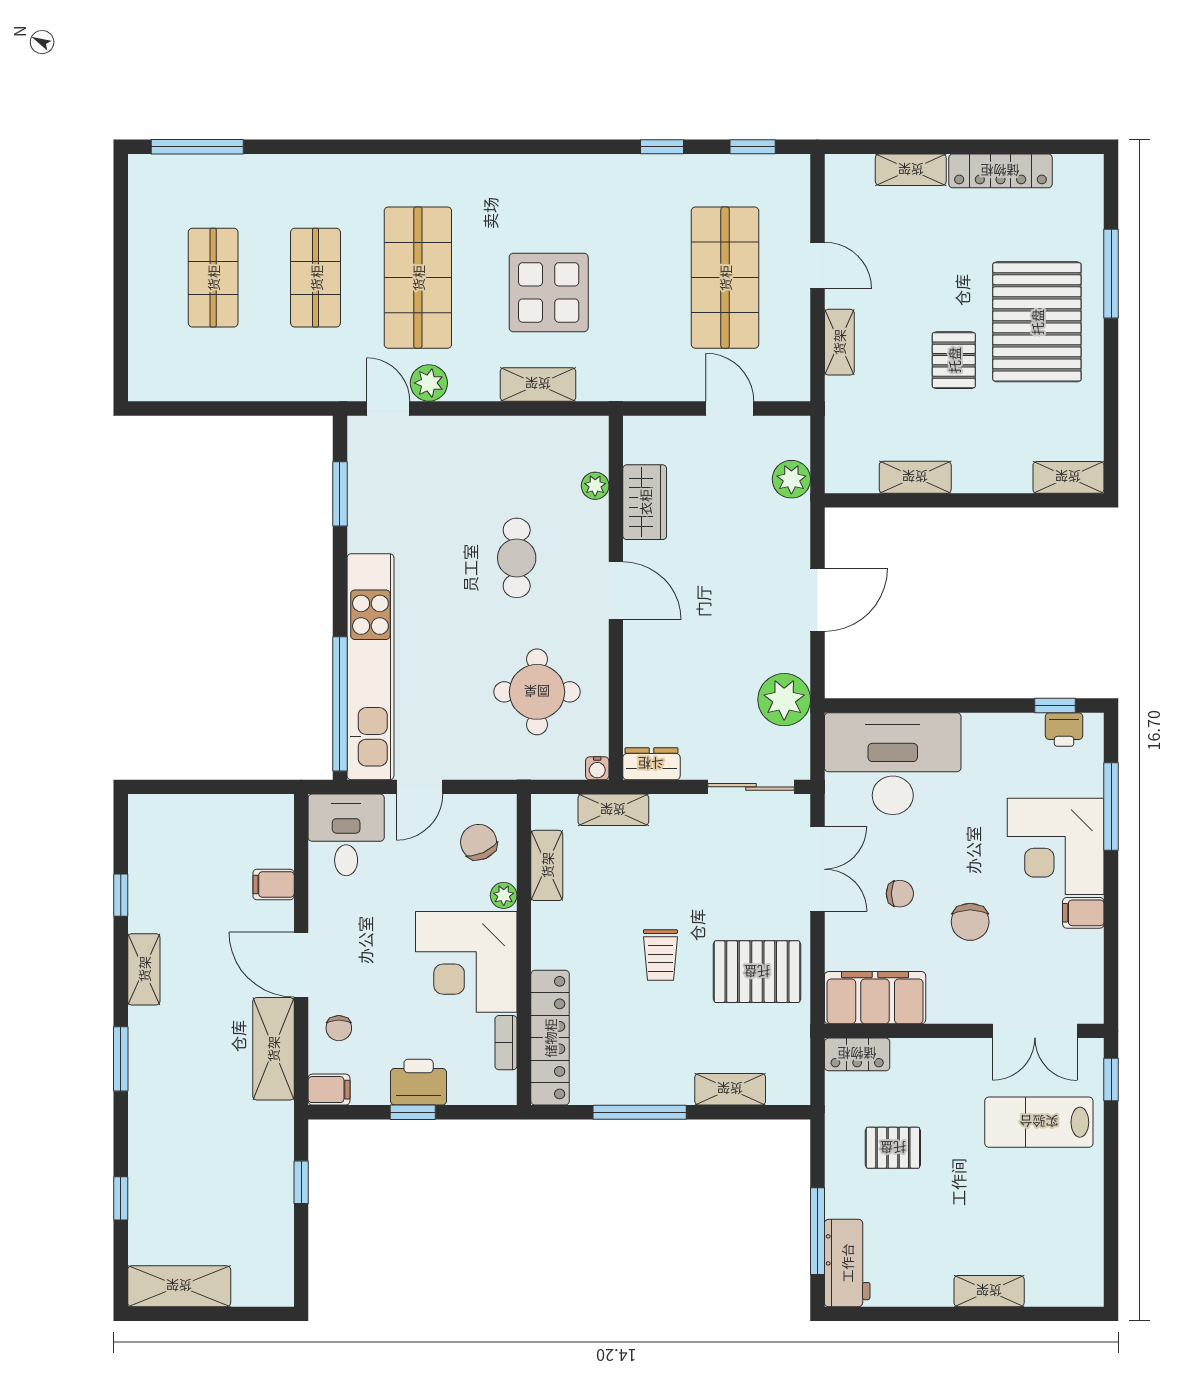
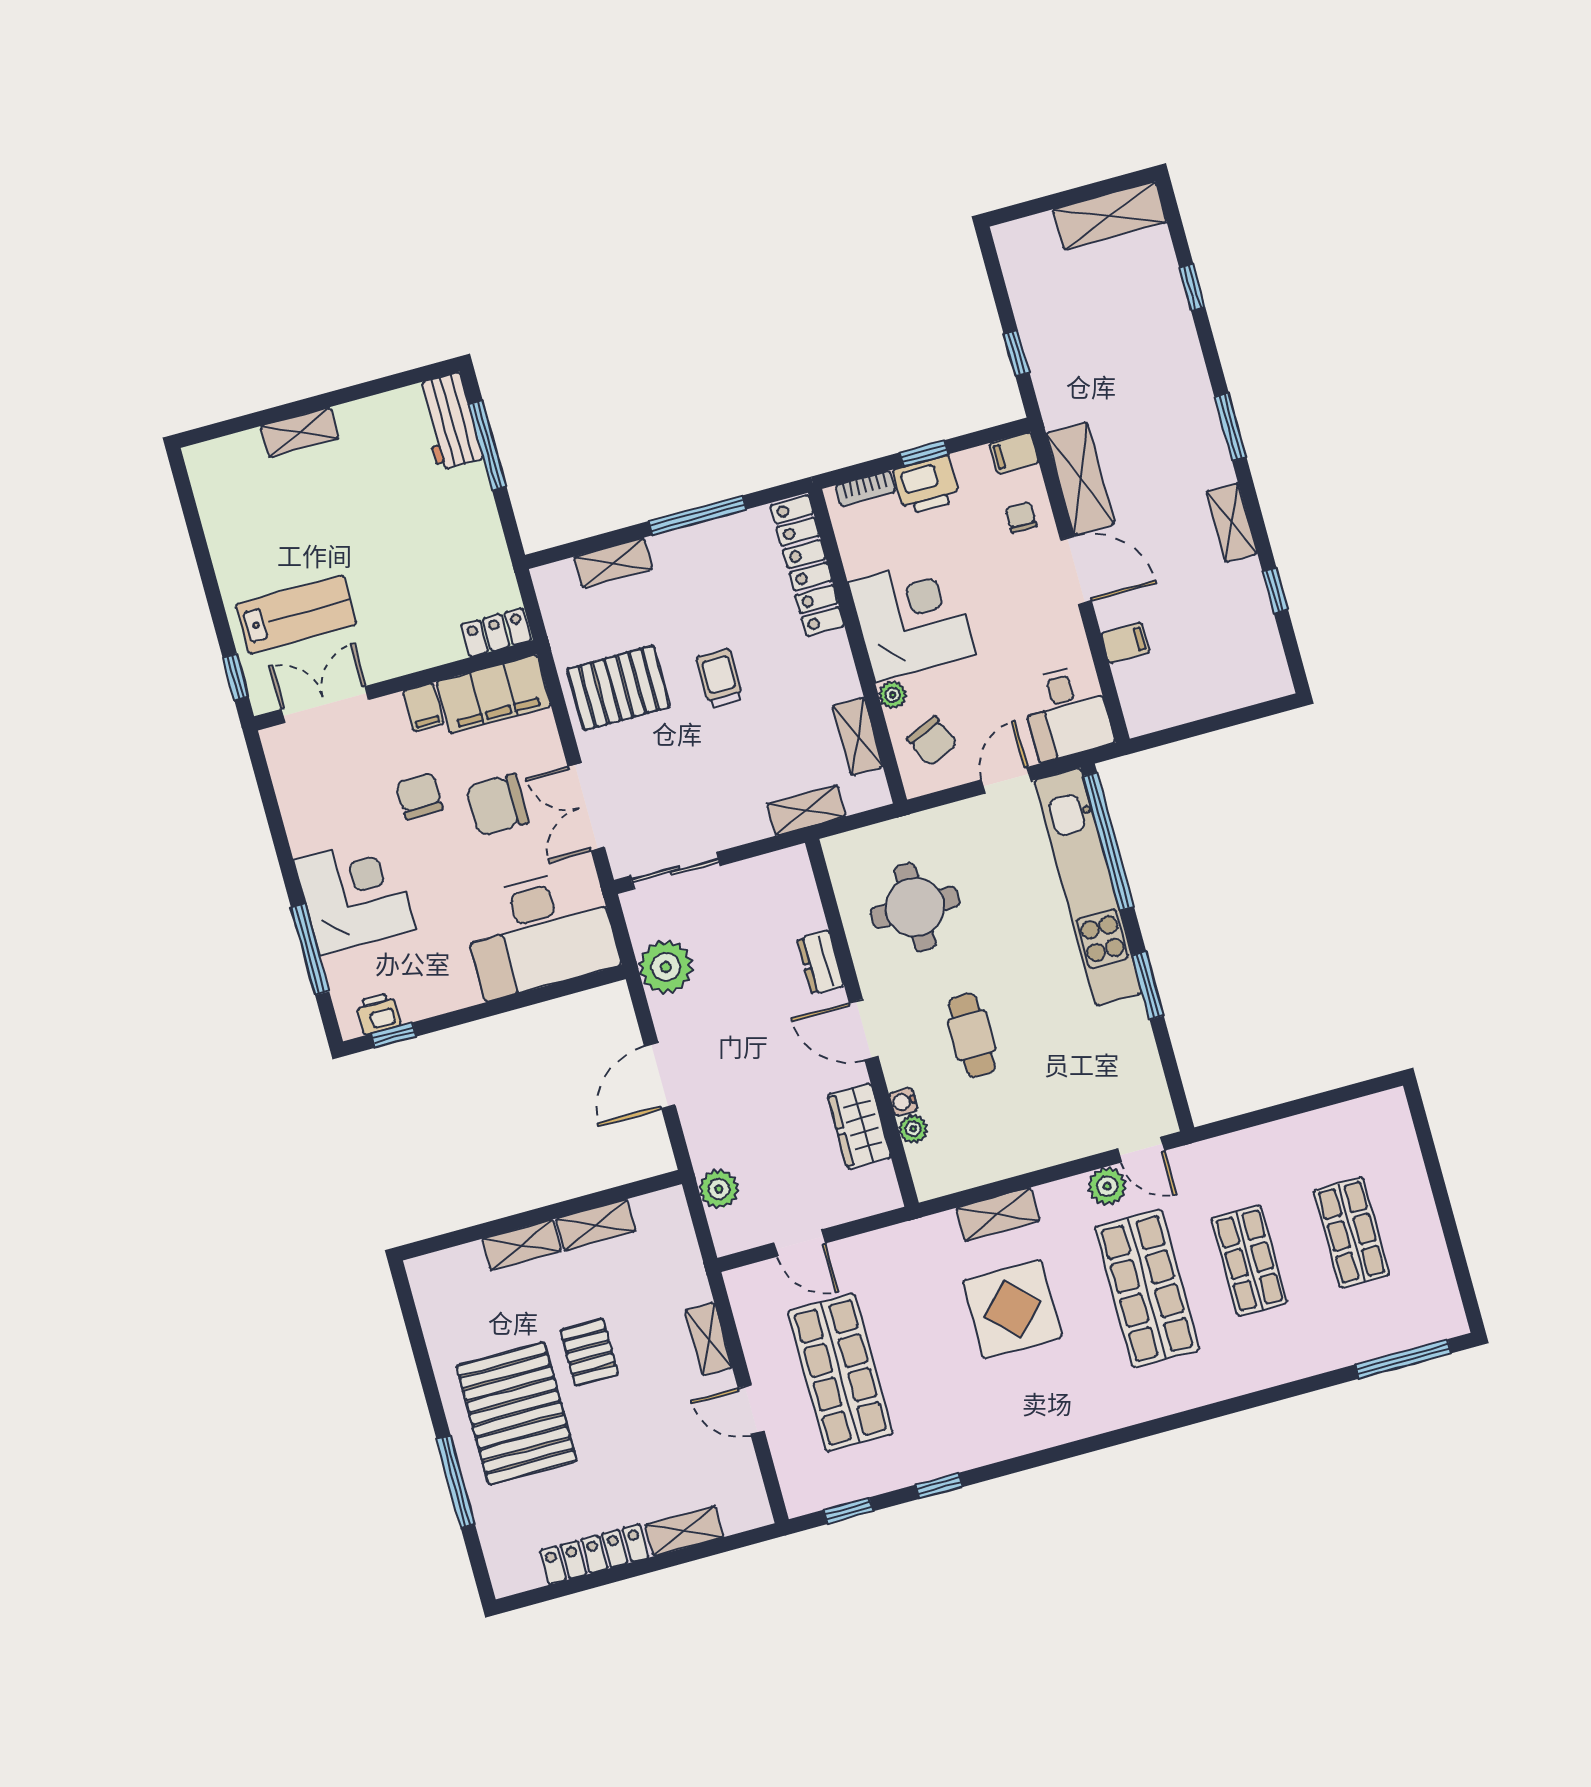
shelving: (1068, 477) -> (522, 1245), moved
window: (340, 494) -> (1148, 985), moved
dresser: (651, 764) -> (821, 963), moved, turned 90
water cooler: (597, 768) -> (903, 1102), moved, turned -90
chair: (900, 894) -> (497, 805), width x1.87, depth x1.87
filing cabinet: (1083, 913) -> (423, 707), moved, turned 90
bookcase: (506, 1043) -> (865, 489), moved, turned 90
pallet: (893, 1148) -> (435, 549), removed

